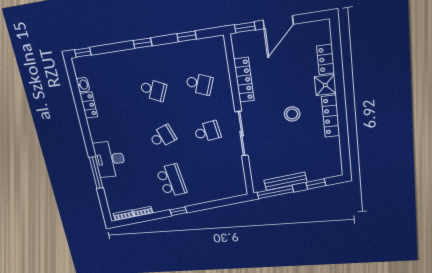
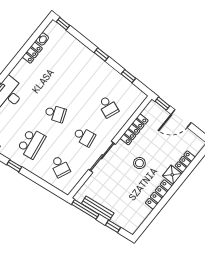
school desk: (153, 90) -> (60, 166), moved
stool: (292, 114) -> (139, 163), moved

